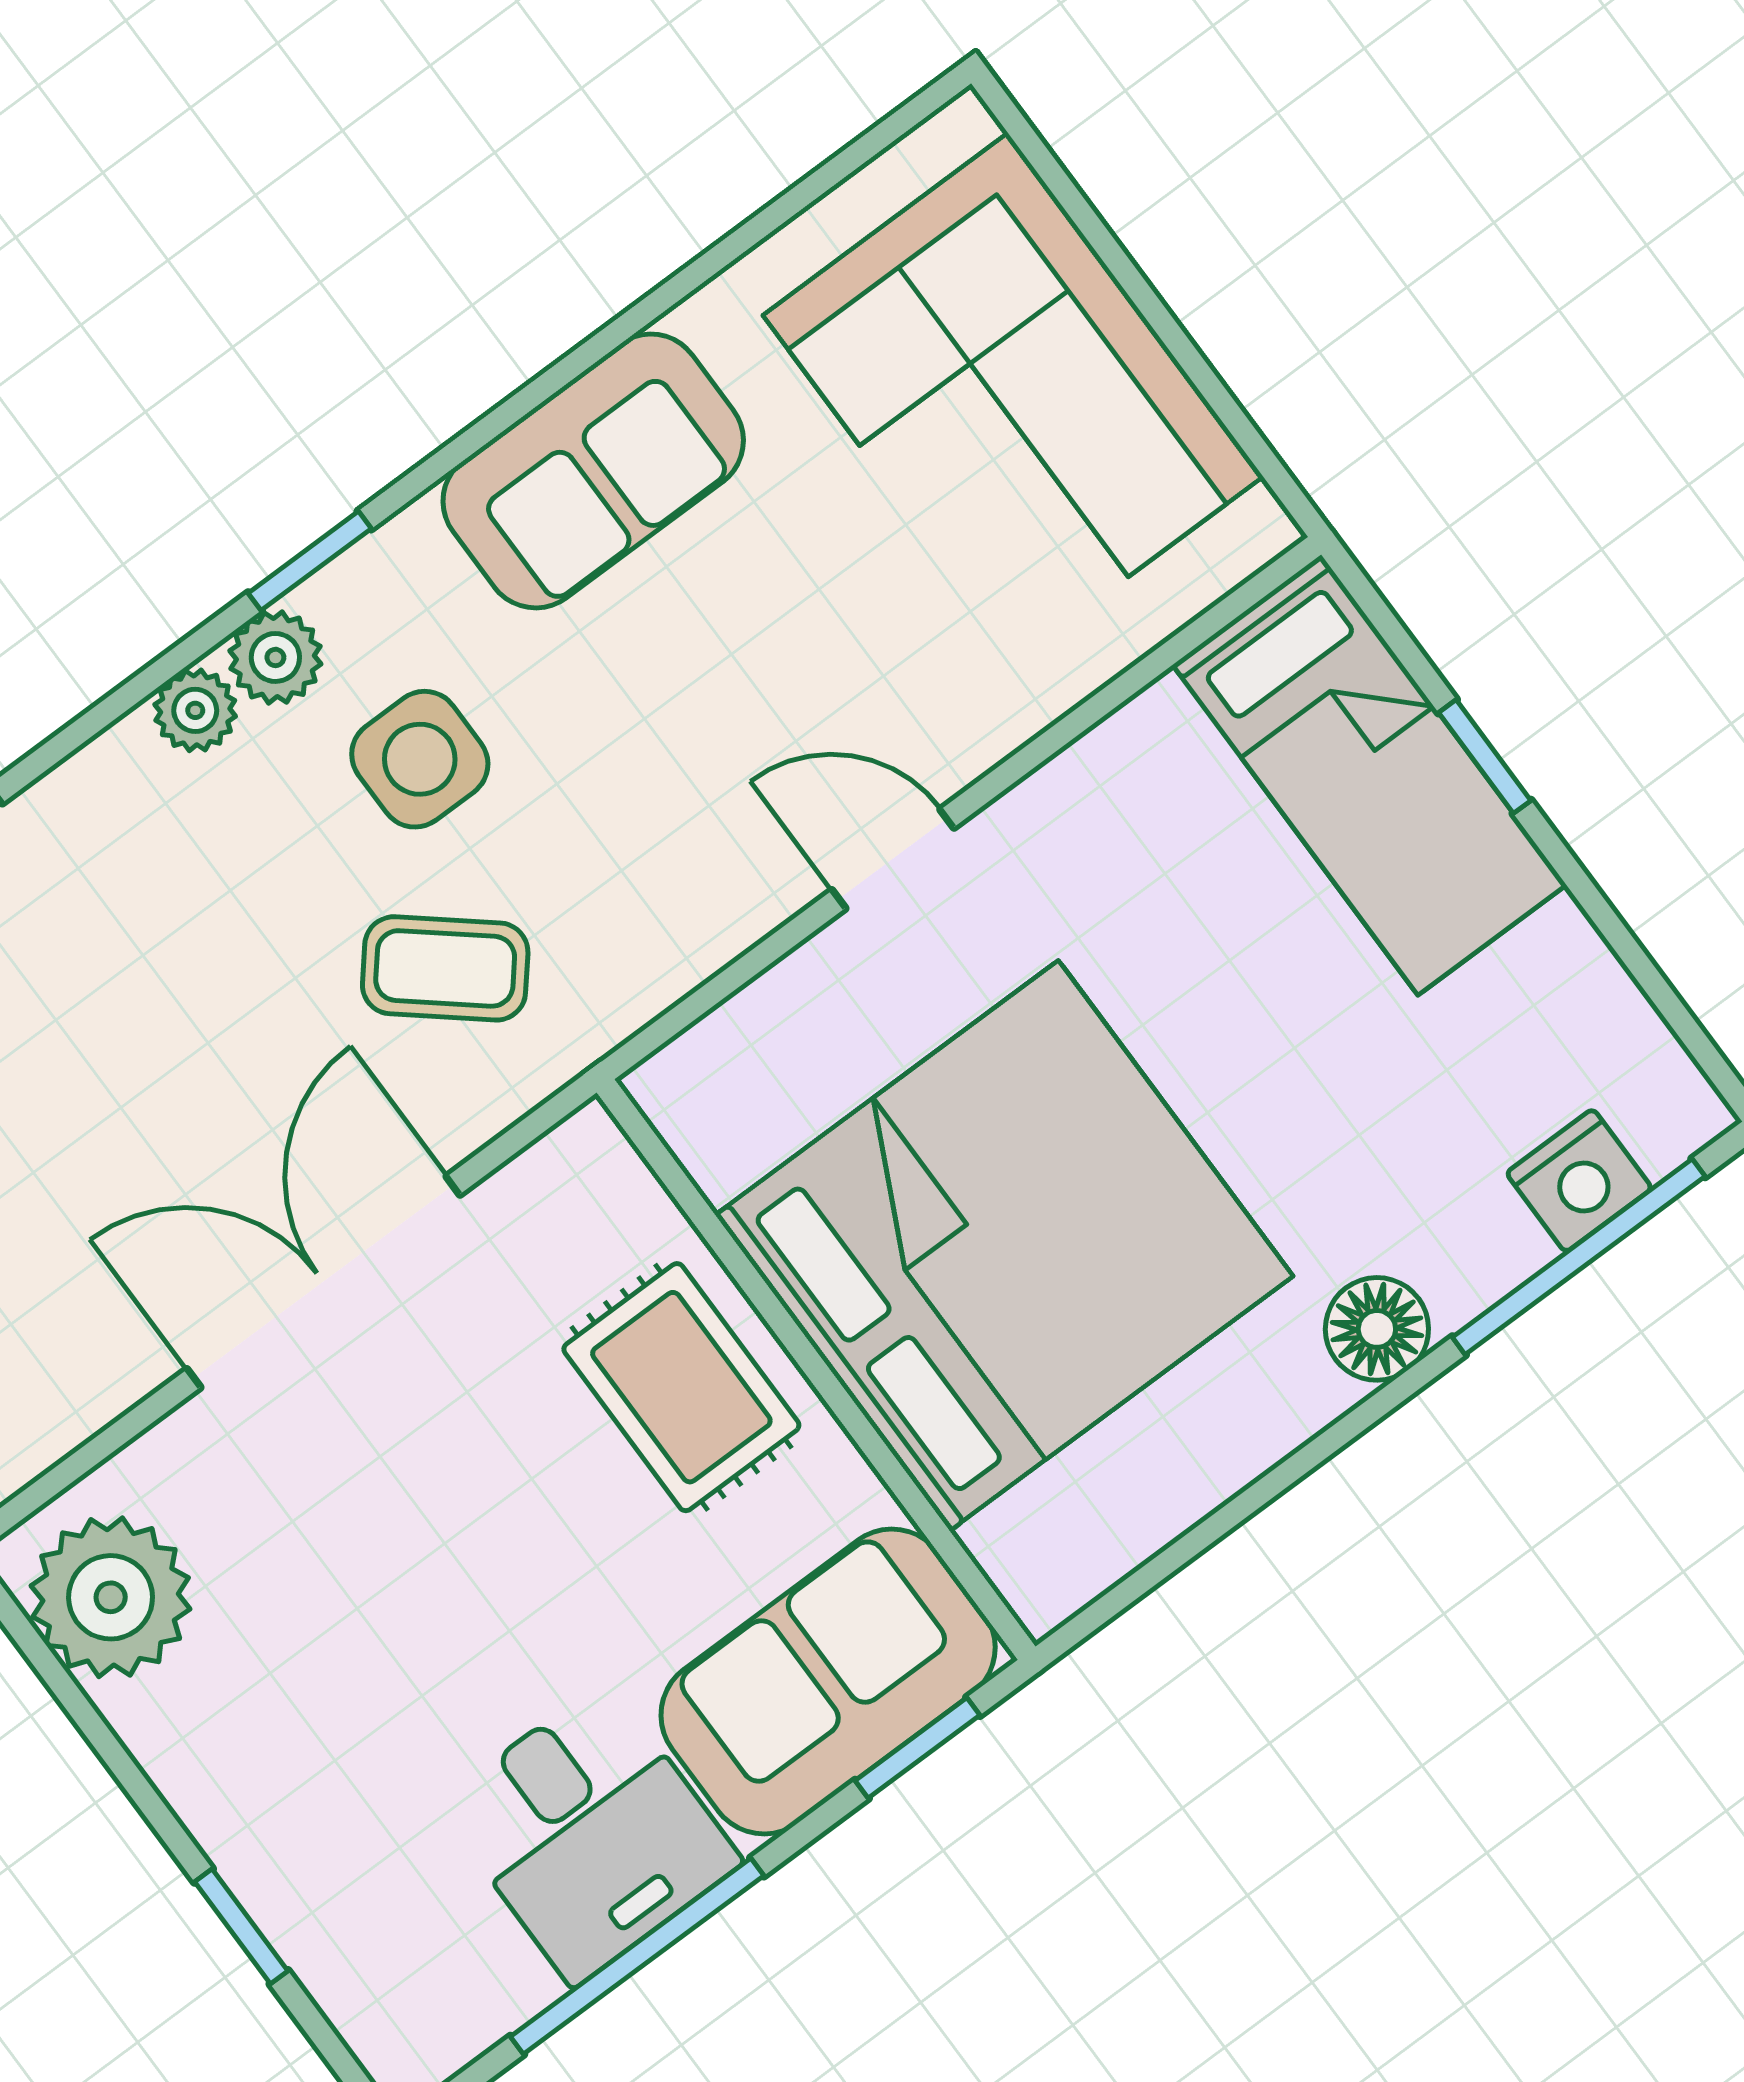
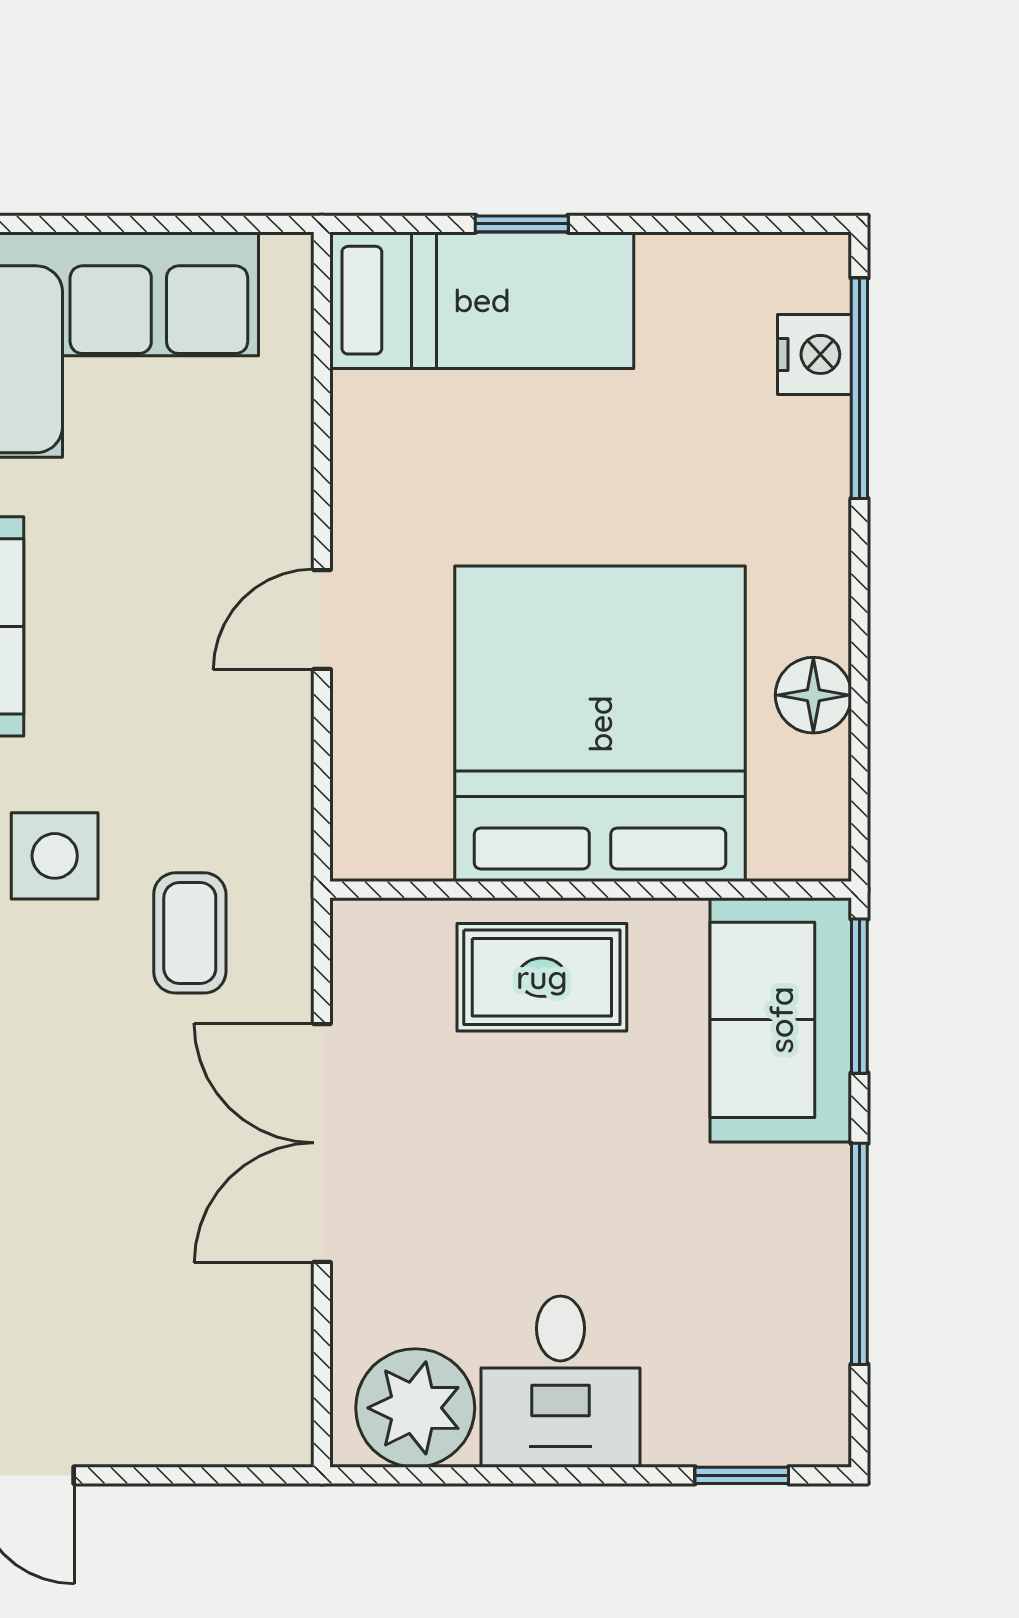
coffee table: (445, 968) -> (190, 933), turned -40
floor lamp: (1377, 1329) -> (813, 695), moved
window: (918, 1748) -> (859, 996), width x1.50
desk: (590, 1833) -> (560, 1382), moved, turned 90
window: (241, 1926) -> (742, 1475), moved

